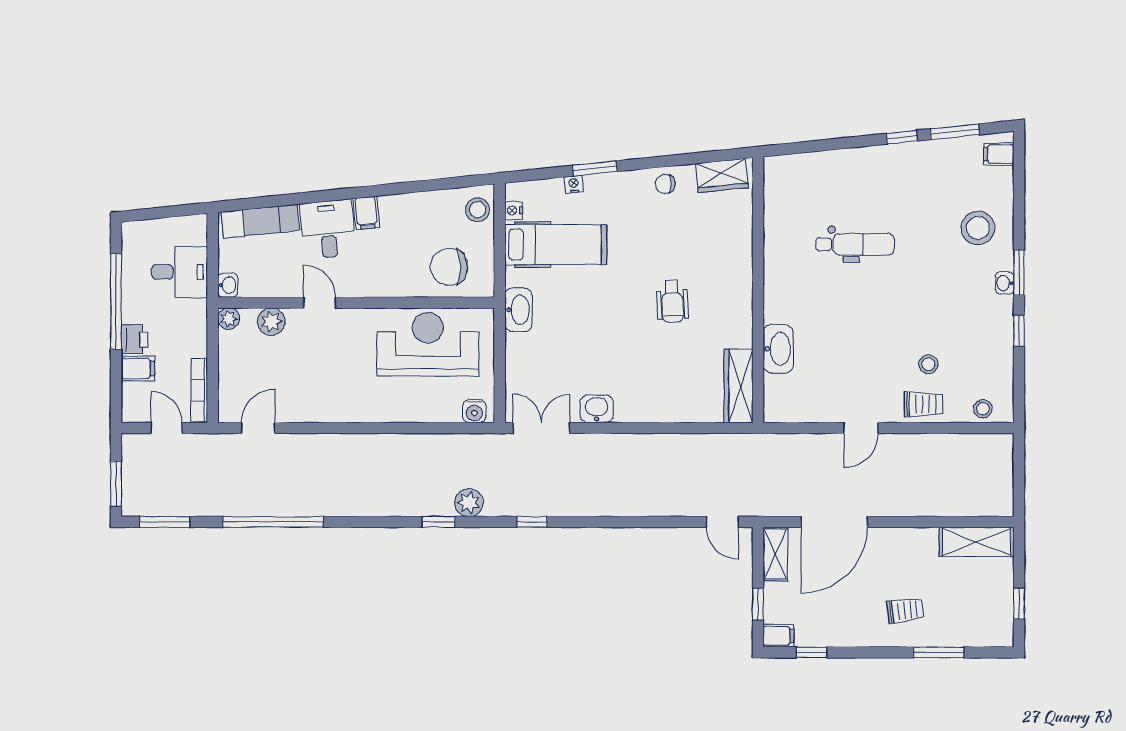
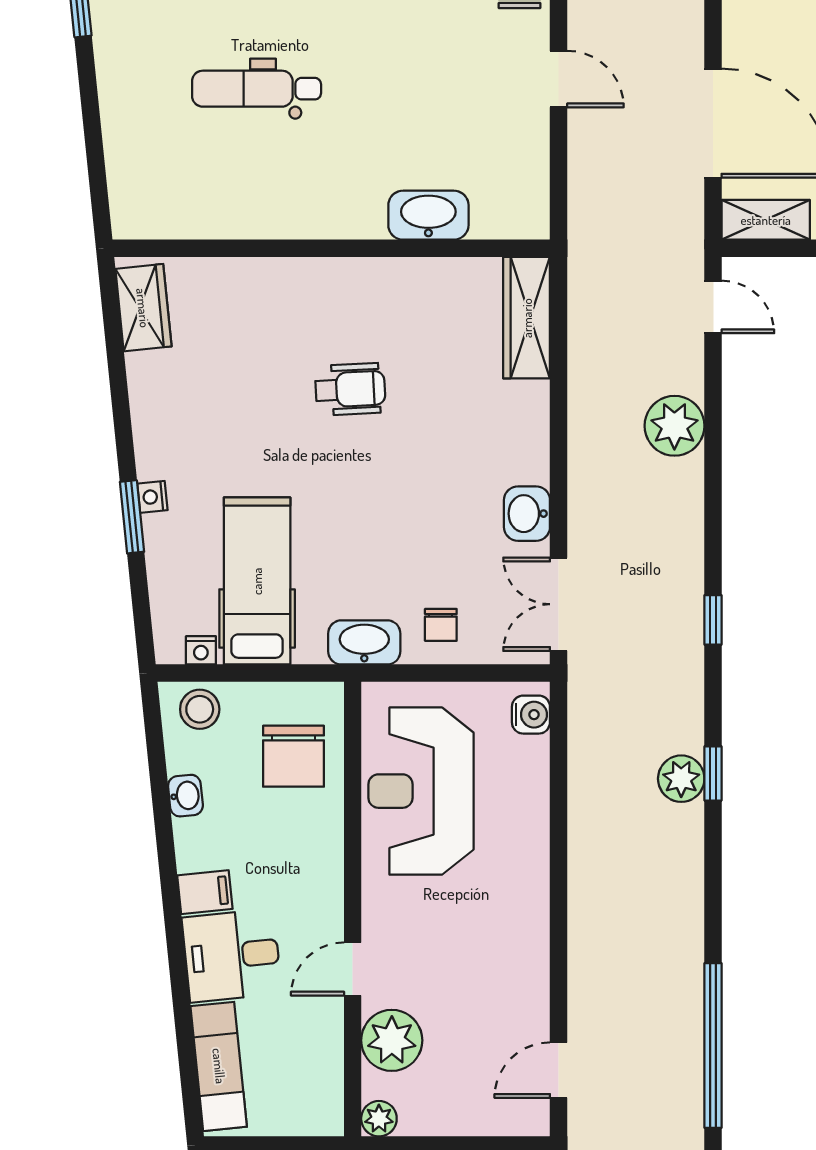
nightstand: (574, 184) -> (152, 497), moved
chair: (665, 184) -> (441, 625), moved
dental chair: (855, 244) -> (257, 89), turned -90
washbasin: (228, 285) -> (185, 796), moved, turned 84
plant: (271, 322) -> (392, 1040), width x1.36, depth x1.36
wardrobe: (738, 386) -> (527, 318), moved, turned 90
door: (258, 428) -> (559, 1070), hinge flipped
plant: (650, 498) -> (674, 426), added
plant: (469, 503) -> (681, 779), moved
door: (722, 522) -> (713, 307), hinge flipped

